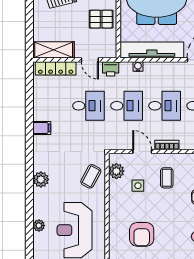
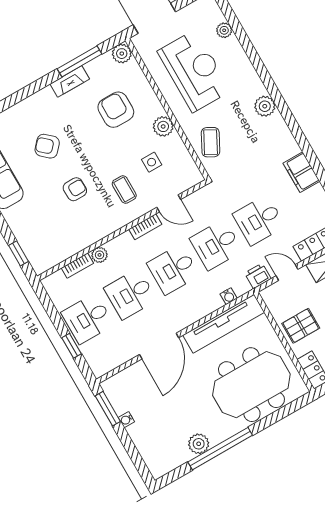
filing cabinet: (42, 128) -> (301, 172), width x2.00
plant: (116, 171) -> (163, 126), moved
plant: (39, 226) -> (224, 30), moved

